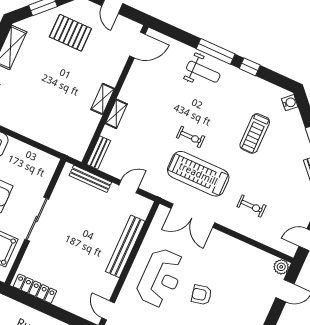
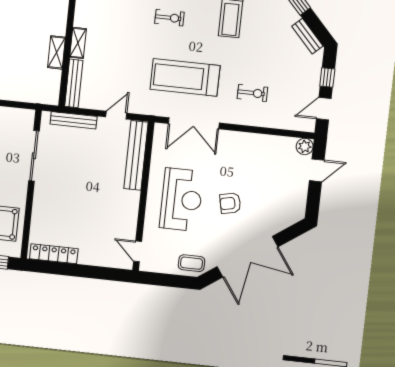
shelving: (103, 99) -> (57, 52), moved
exercise bike: (191, 137) -> (169, 18), moved
bench: (99, 153) -> (74, 83), width x1.36
sliding door: (37, 219) -> (34, 156), moved
bench: (125, 246) -> (136, 155), moved

